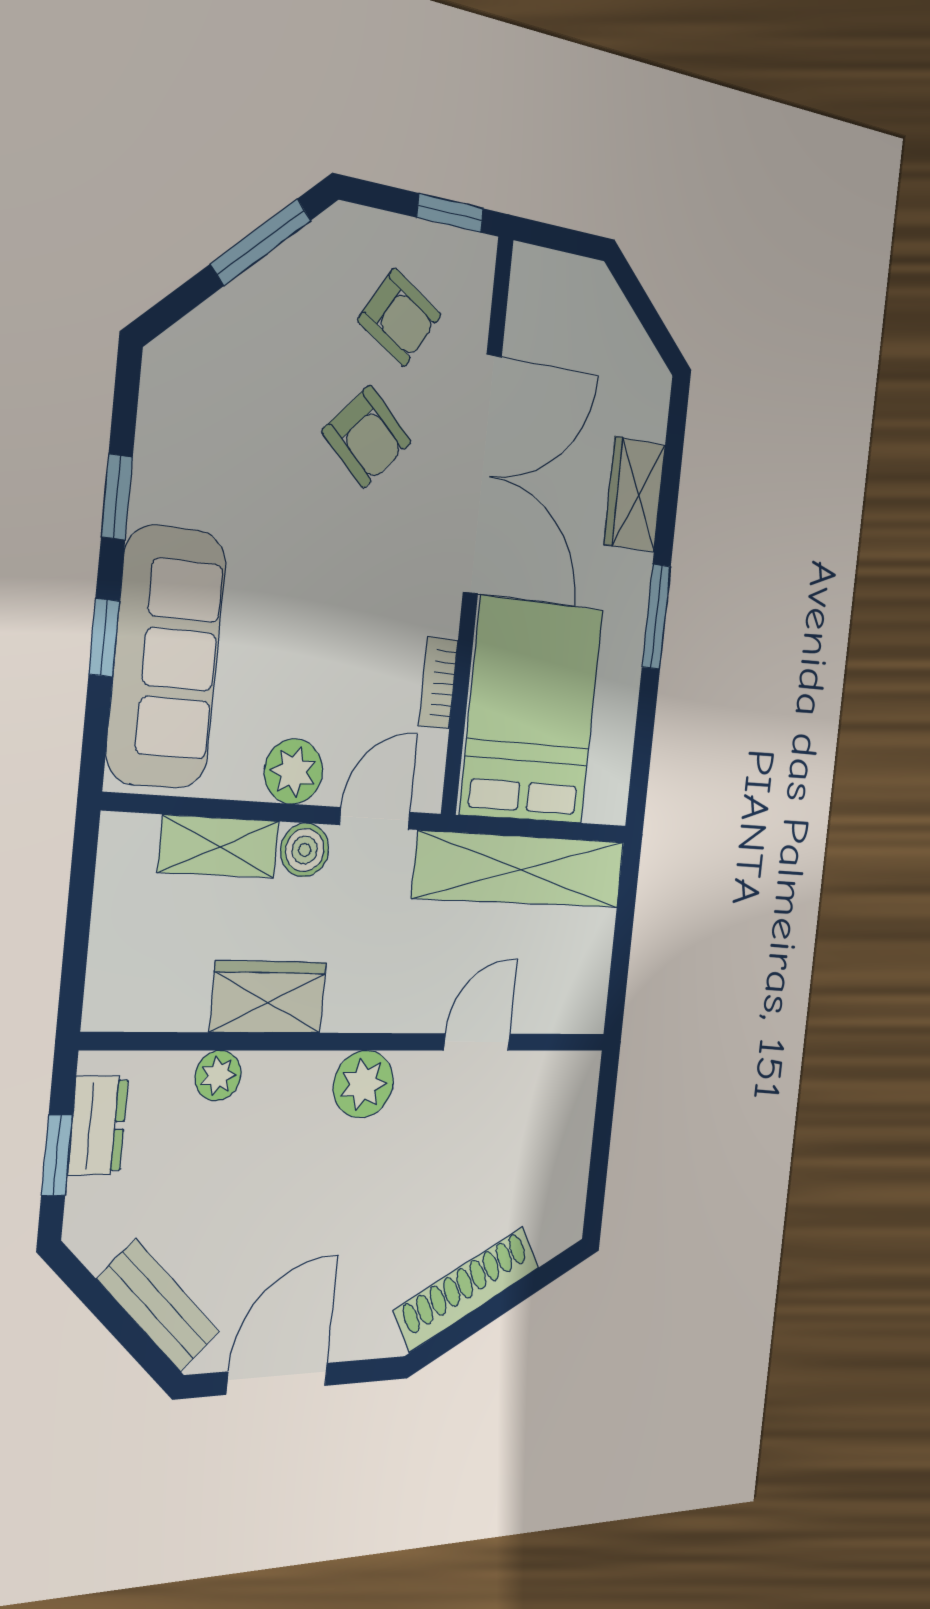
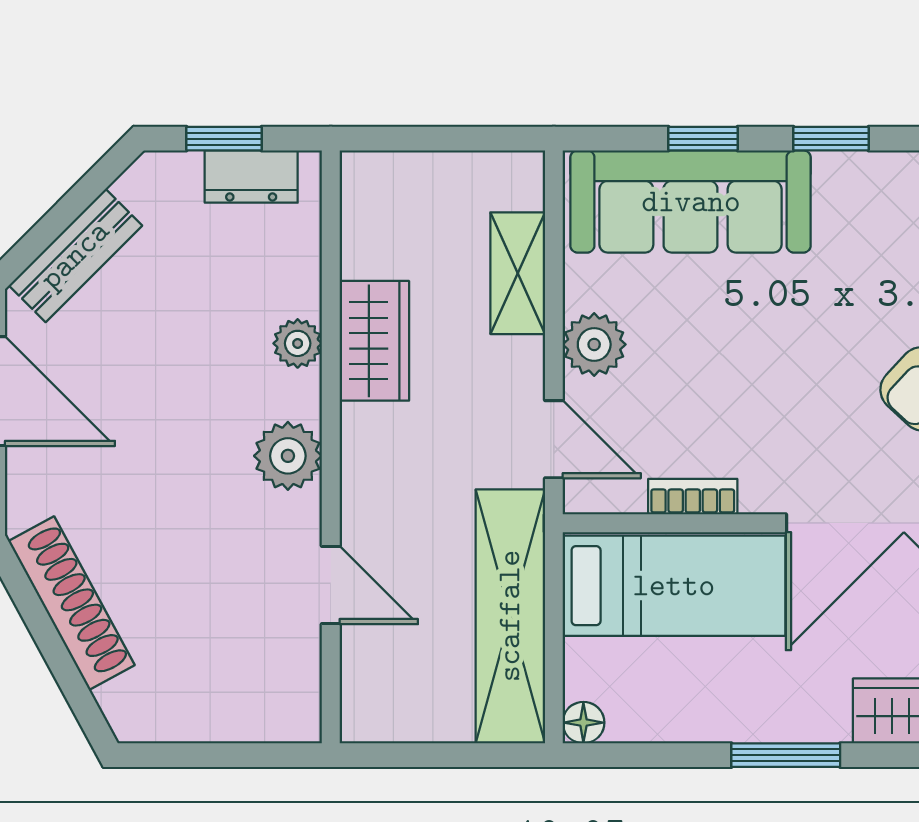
bed: (532, 711) -> (674, 586), width x0.67
floor lamp: (611, 805) -> (583, 723), added
boiler: (305, 850) -> (519, 365), removed
plant: (218, 1076) -> (298, 343), moved

